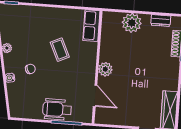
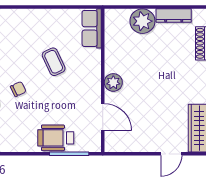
dresser: (161, 21) -> (174, 16), width x1.44

